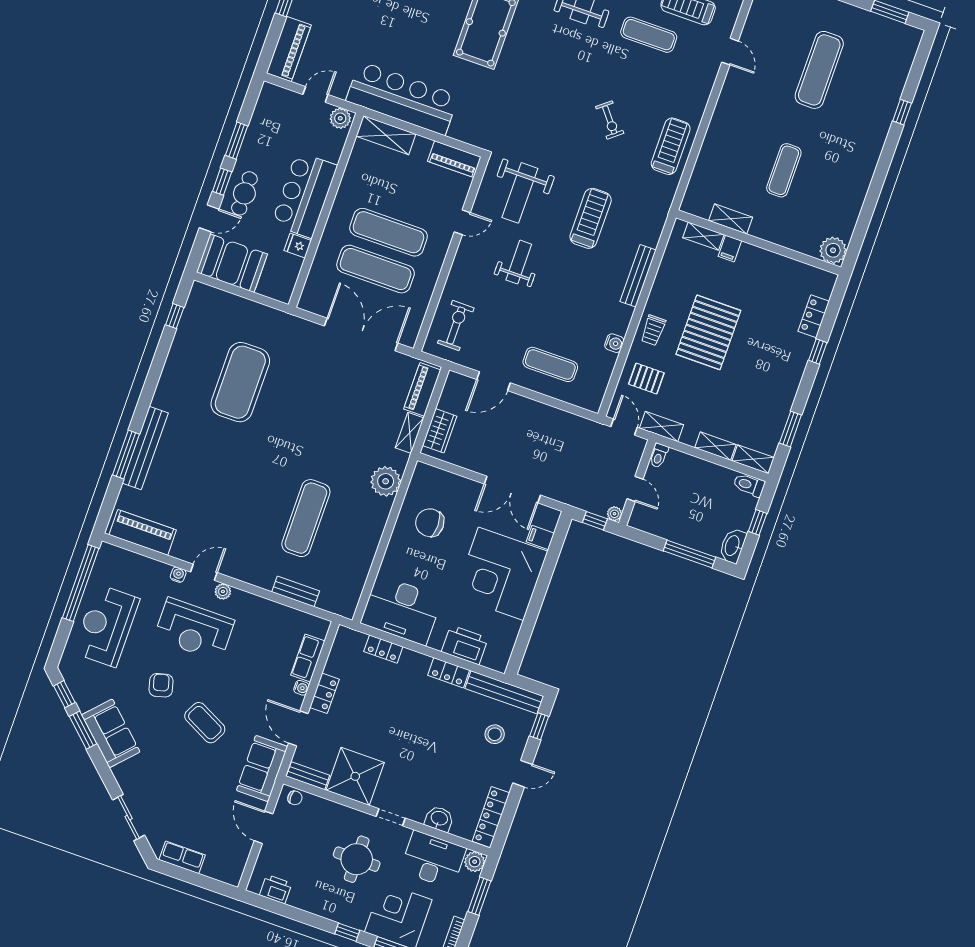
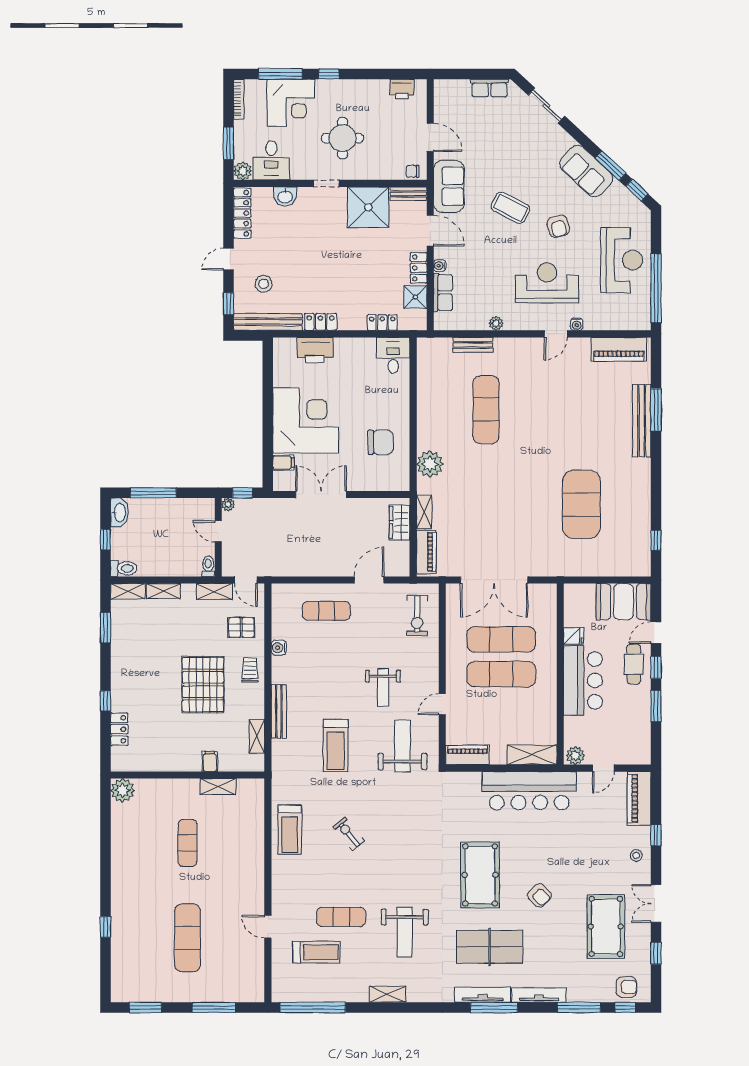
shelving: (703, 236) -> (257, 736), moved, turned 90
plant: (223, 592) -> (496, 323), moved
desk: (401, 610) -> (393, 355), width x0.53, depth x0.77
shower: (339, 664) -> (415, 297), added
desk: (433, 860) -> (271, 160), width x0.73

